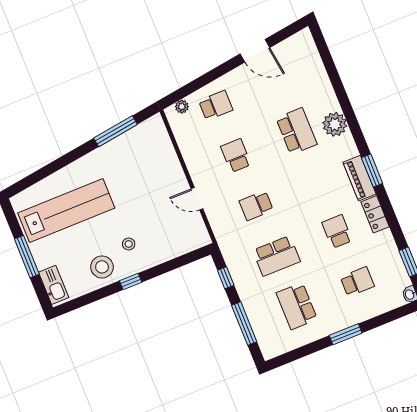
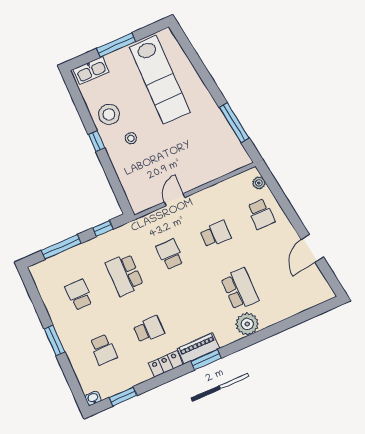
school desk: (296, 131) -> (240, 289), turned -90
school desk: (297, 306) -> (79, 295), width x0.54

